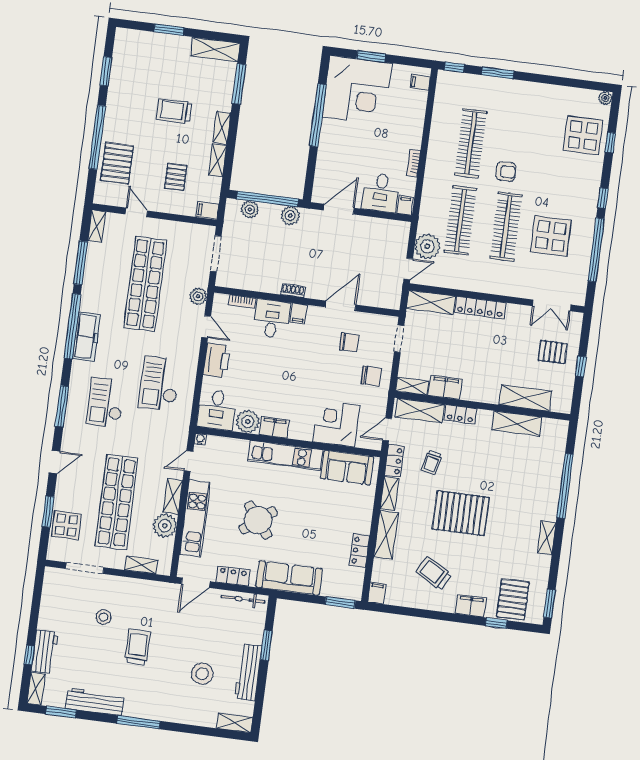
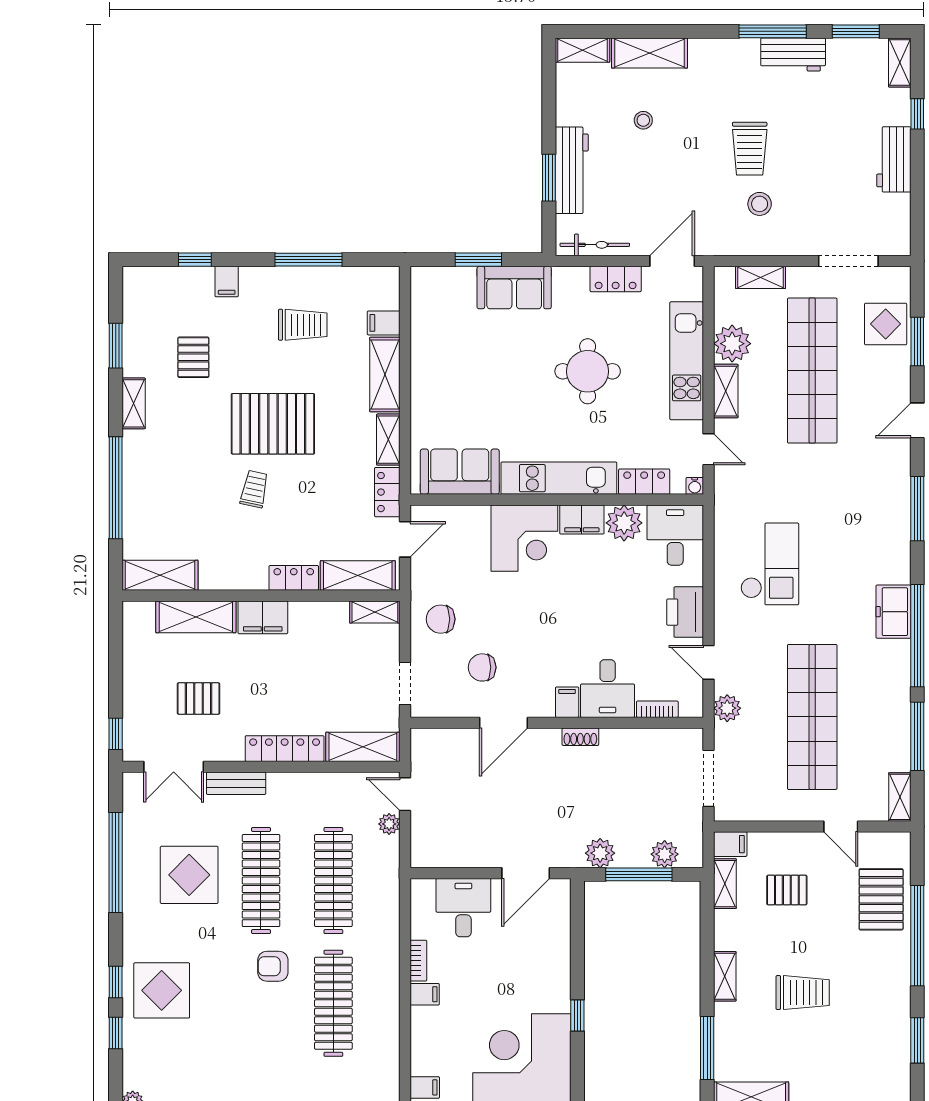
window: (318, 115) -> (577, 1015), width x0.32
display table: (583, 135) -> (162, 990), moved
shelving: (218, 160) -> (725, 884), moved
pallet: (176, 177) -> (787, 890), turned 90
window: (603, 198) -> (116, 982), moved
window: (268, 199) -> (639, 874), width x0.68
filing cabinet: (405, 205) -> (425, 994), moved, turned -90
plant: (427, 246) -> (389, 824), width x0.53, depth x0.53
door: (408, 269) -> (405, 794), hinge flipped
bench: (514, 290) -> (236, 783), added
double door: (552, 305) -> (174, 767), swing flipped
freezer: (86, 337) -> (893, 612), width x0.71
pallet: (553, 352) -> (199, 699), moved
window: (581, 366) -> (116, 734), moved
filing cabinet: (445, 387) -> (263, 617), moved
checkout: (106, 403) -> (850, 523), removed
corner desk: (336, 424) -> (524, 538), moved
shelving: (517, 424) -> (160, 575), moved
door: (188, 461) -> (708, 449), hinge flipped
trolley: (432, 463) -> (254, 489), moved
round table: (258, 520) -> (588, 371), turned 38
locker: (360, 551) -> (644, 482), moved, turned -90
trolley: (434, 573) -> (303, 325), turned -30
sofa: (289, 578) -> (514, 288), width x0.73
filing cabinet: (377, 593) -> (384, 323), moved, turned 90
pallet: (513, 599) -> (193, 357), moved, width x0.67, depth x0.71
window: (340, 603) -> (478, 260), moved
window: (550, 604) -> (116, 346), moved
filing cabinet: (471, 606) -> (227, 282), width x0.50
window: (425, 614) -> (308, 260), added
stool: (103, 617) -> (760, 204), moved
workbench: (45, 652) -> (894, 159), moved
workbench: (248, 672) -> (572, 170), moved
stool: (202, 674) -> (643, 120), width x0.53, depth x0.53
workbench: (95, 702) -> (793, 55), width x0.73
shelving: (193, 716) -> (649, 53), added
window: (138, 722) -> (773, 31), moved

